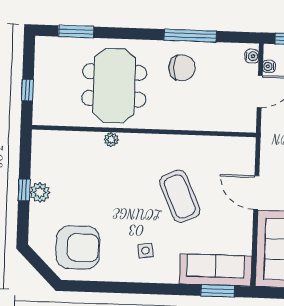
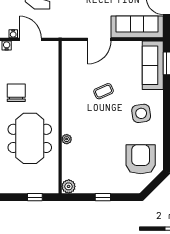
meeting table: (114, 85) -> (30, 138), turned 90
plant: (40, 192) -> (69, 186), moved
coffee table: (180, 196) -> (104, 91), width x0.54, depth x0.58
side table: (145, 251) -> (141, 113), width x1.87, depth x1.87

